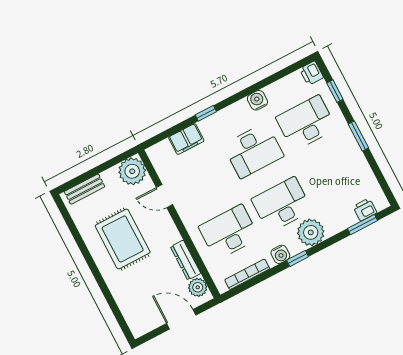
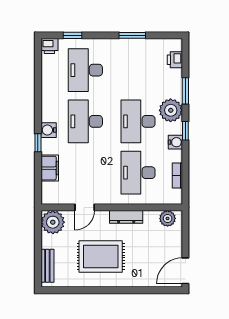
water cooler: (257, 100) -> (49, 130), moved
window: (358, 136) -> (132, 35), moved
desk: (253, 151) -> (85, 121), turned 180
window: (362, 225) -> (185, 91), moved
dresser: (186, 260) -> (126, 217), moved
bookcase: (247, 274) -> (177, 175), width x0.64
door: (181, 319) -> (185, 271), moved

